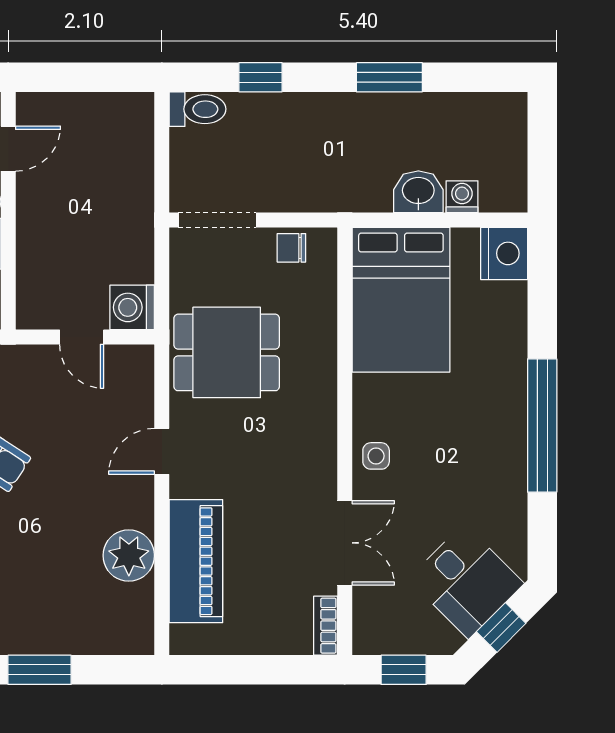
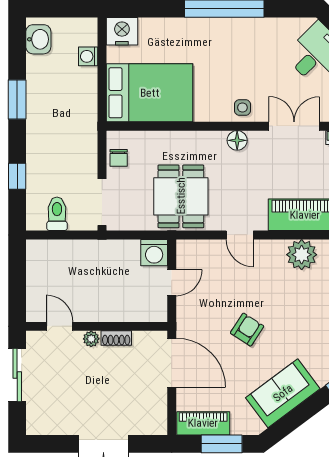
toilet: (197, 109) -> (57, 214), moved
washbasin: (418, 192) -> (38, 39), moved, turned 180
floor lamp: (321, 447) -> (237, 140), added

